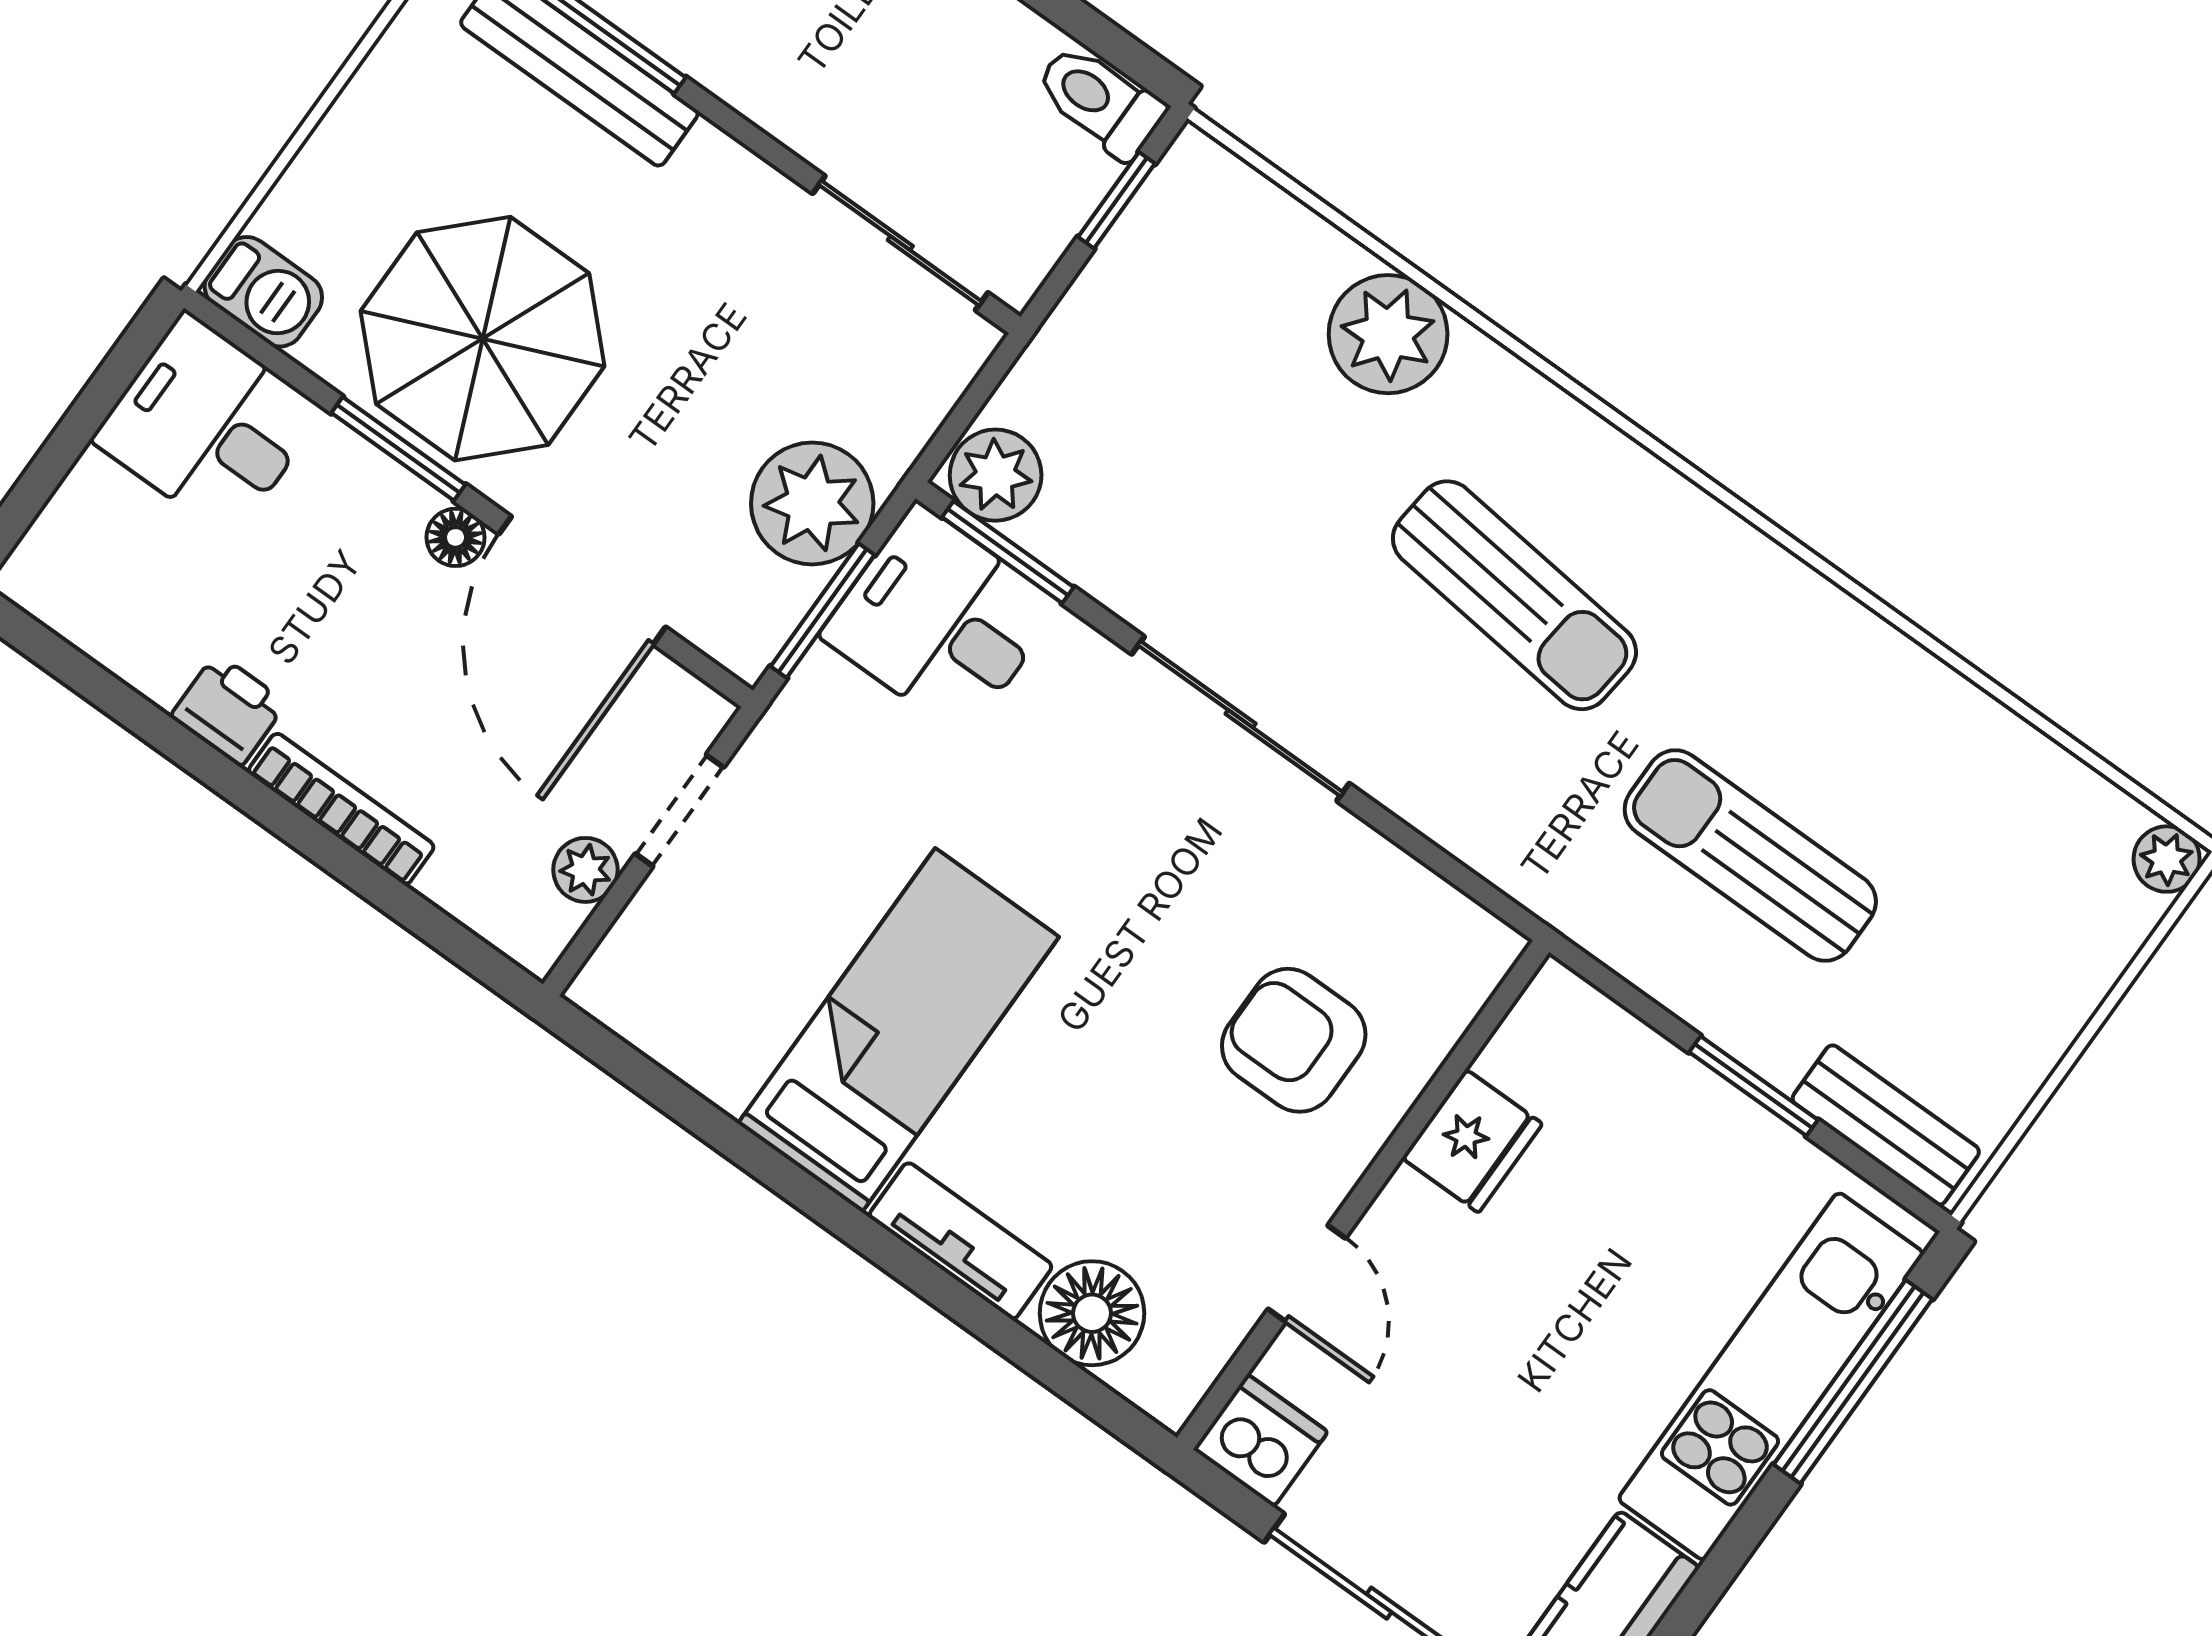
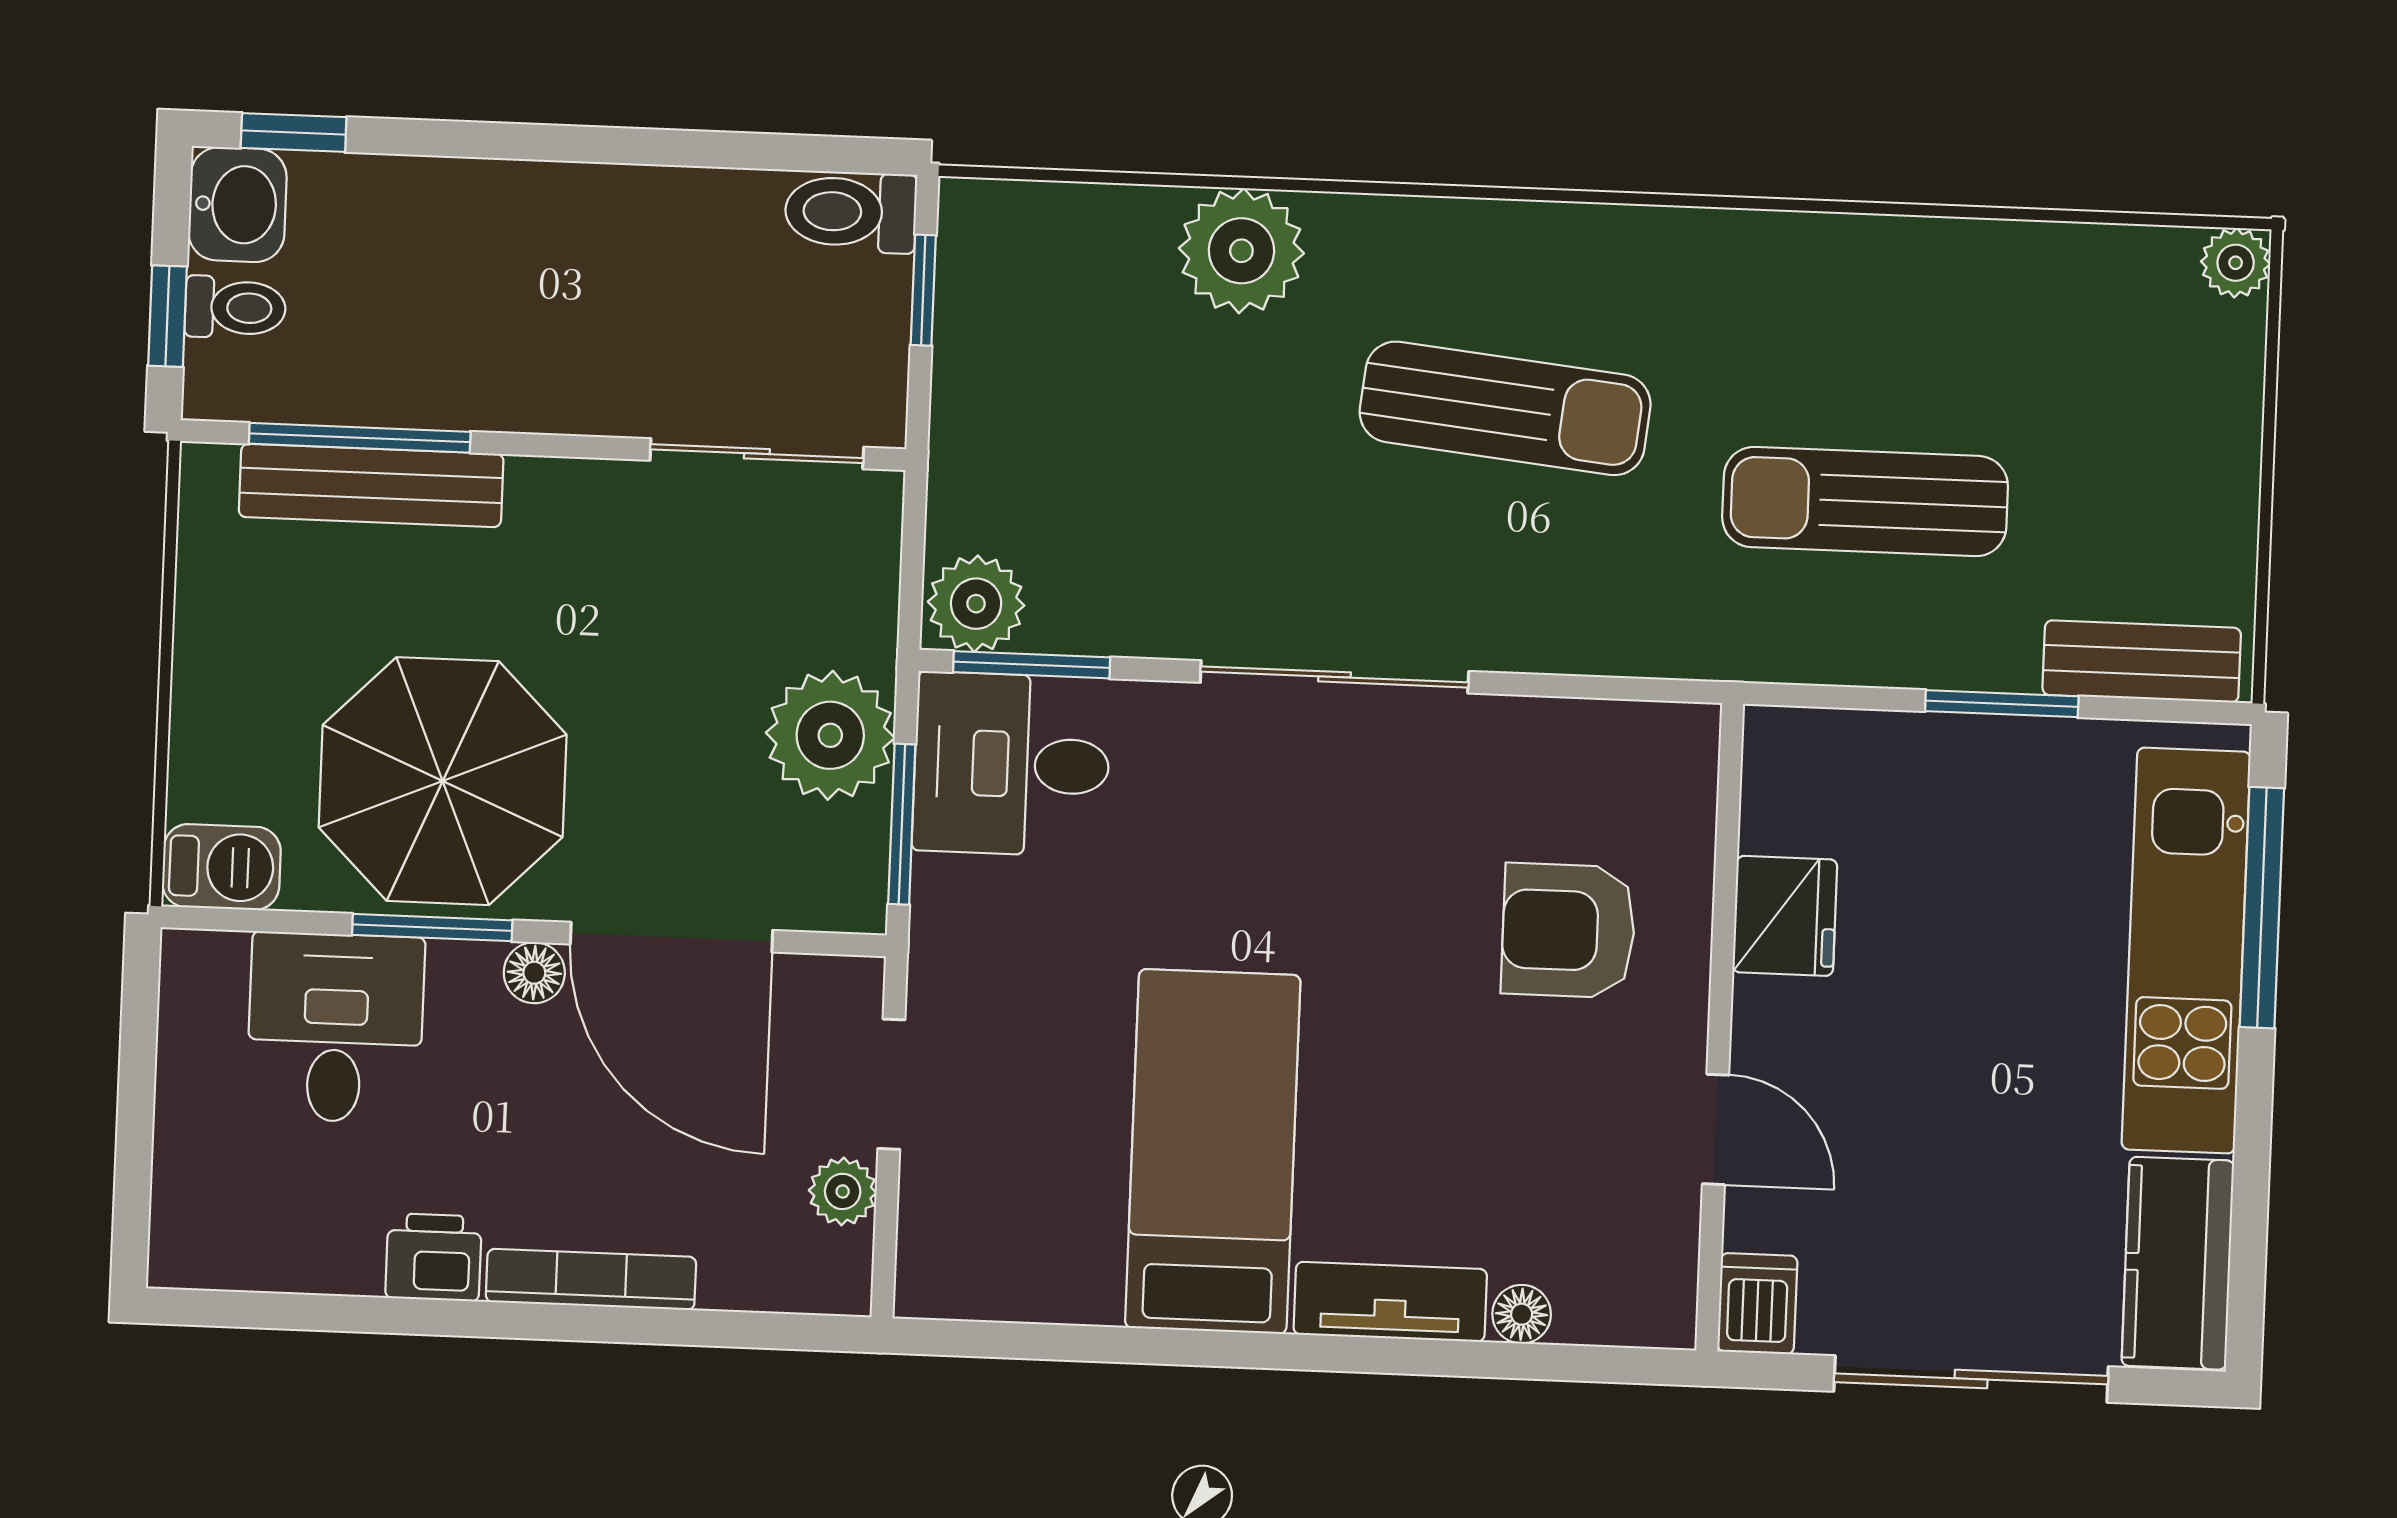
desk: (208, 425) -> (335, 1028), moved, turned 90
floor lamp: (1092, 1313) -> (1522, 1314), width x0.53, depth x0.53
dishwasher: (1261, 1441) -> (1757, 1304), width x0.73

